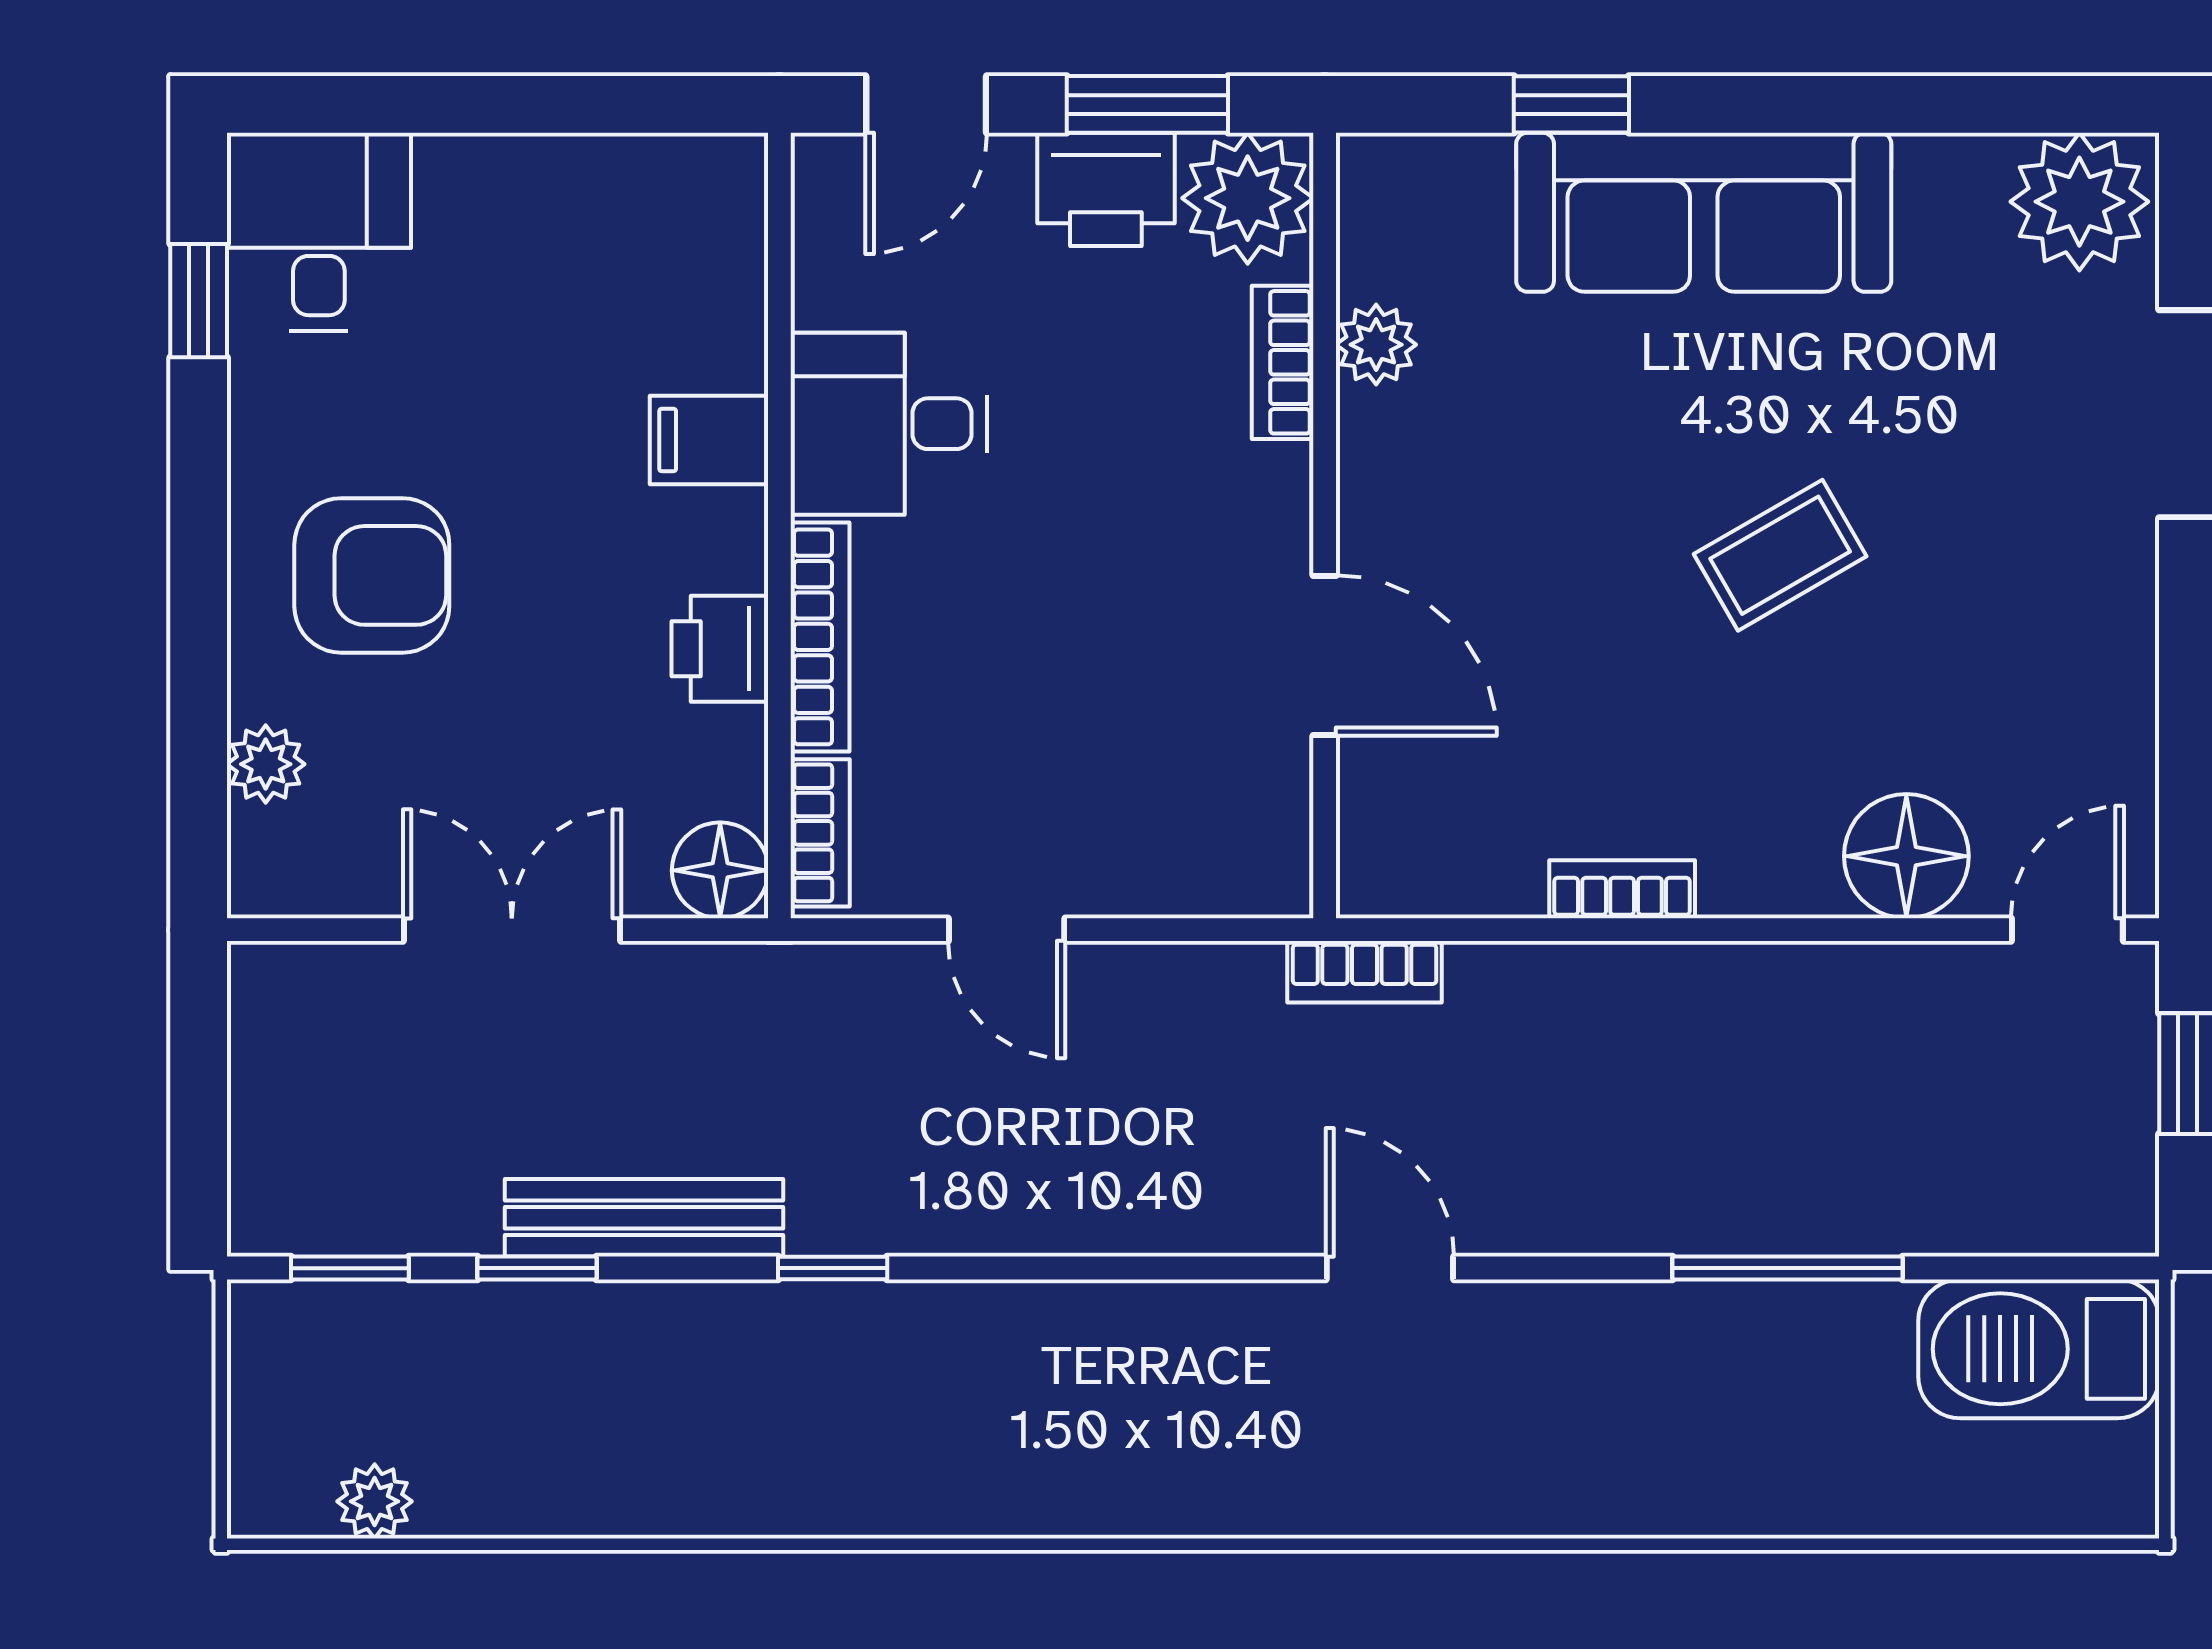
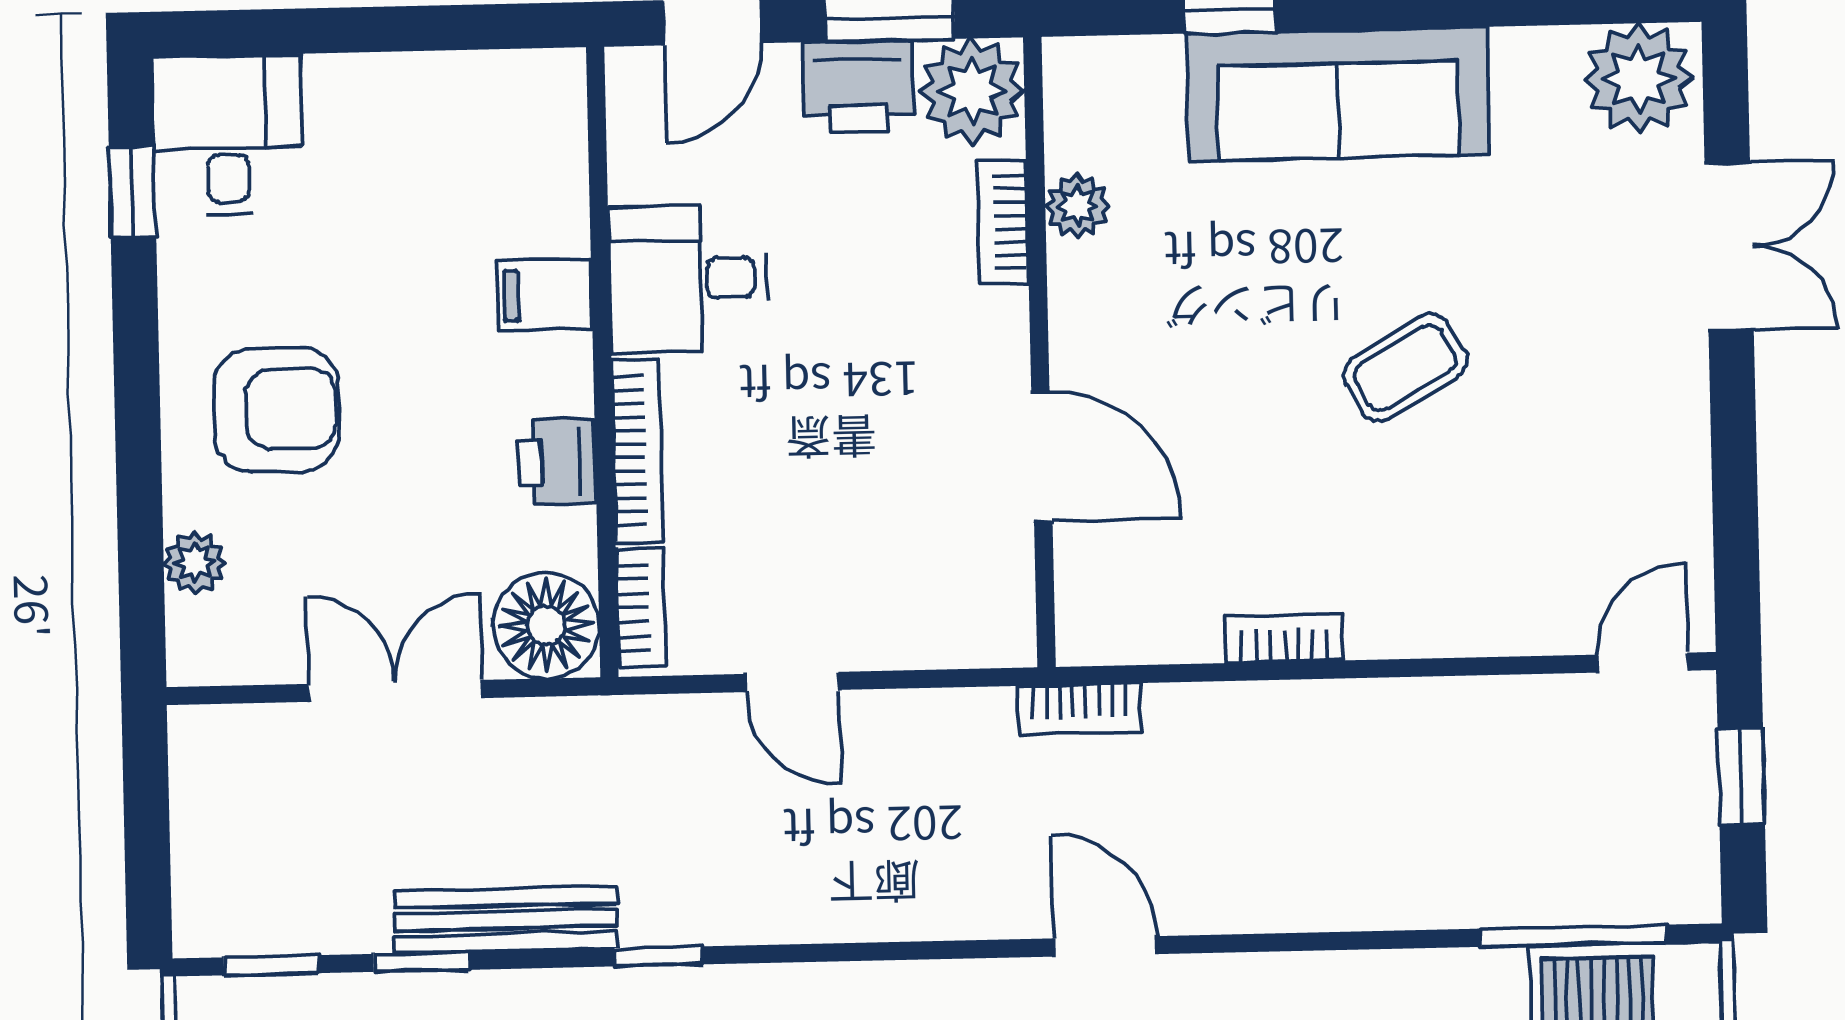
floor lamp: (1906, 856) -> (1512, 607), removed
floor lamp: (720, 870) -> (546, 625), width x1.38, depth x1.38
window: (1788, 1268) -> (1573, 936), moved

